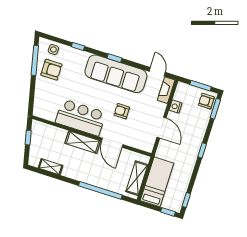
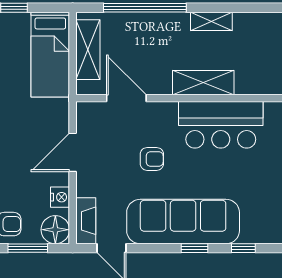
window: (78, 46) -> (243, 248), moved
floor lamp: (183, 91) -> (55, 230), added
door: (162, 128) -> (73, 152), hinge flipped
door: (112, 143) -> (126, 98), moved
shelving: (51, 167) -> (211, 21), moved

